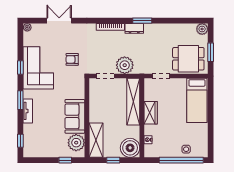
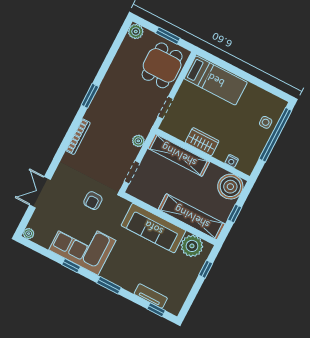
dresser: (134, 28) -> (94, 110), removed
plant: (125, 65) -> (138, 141), width x0.53, depth x0.53
tv unit: (28, 111) -> (151, 296), moved
sofa: (75, 116) -> (154, 228), width x1.36
shelving: (96, 140) -> (192, 217), width x1.47

